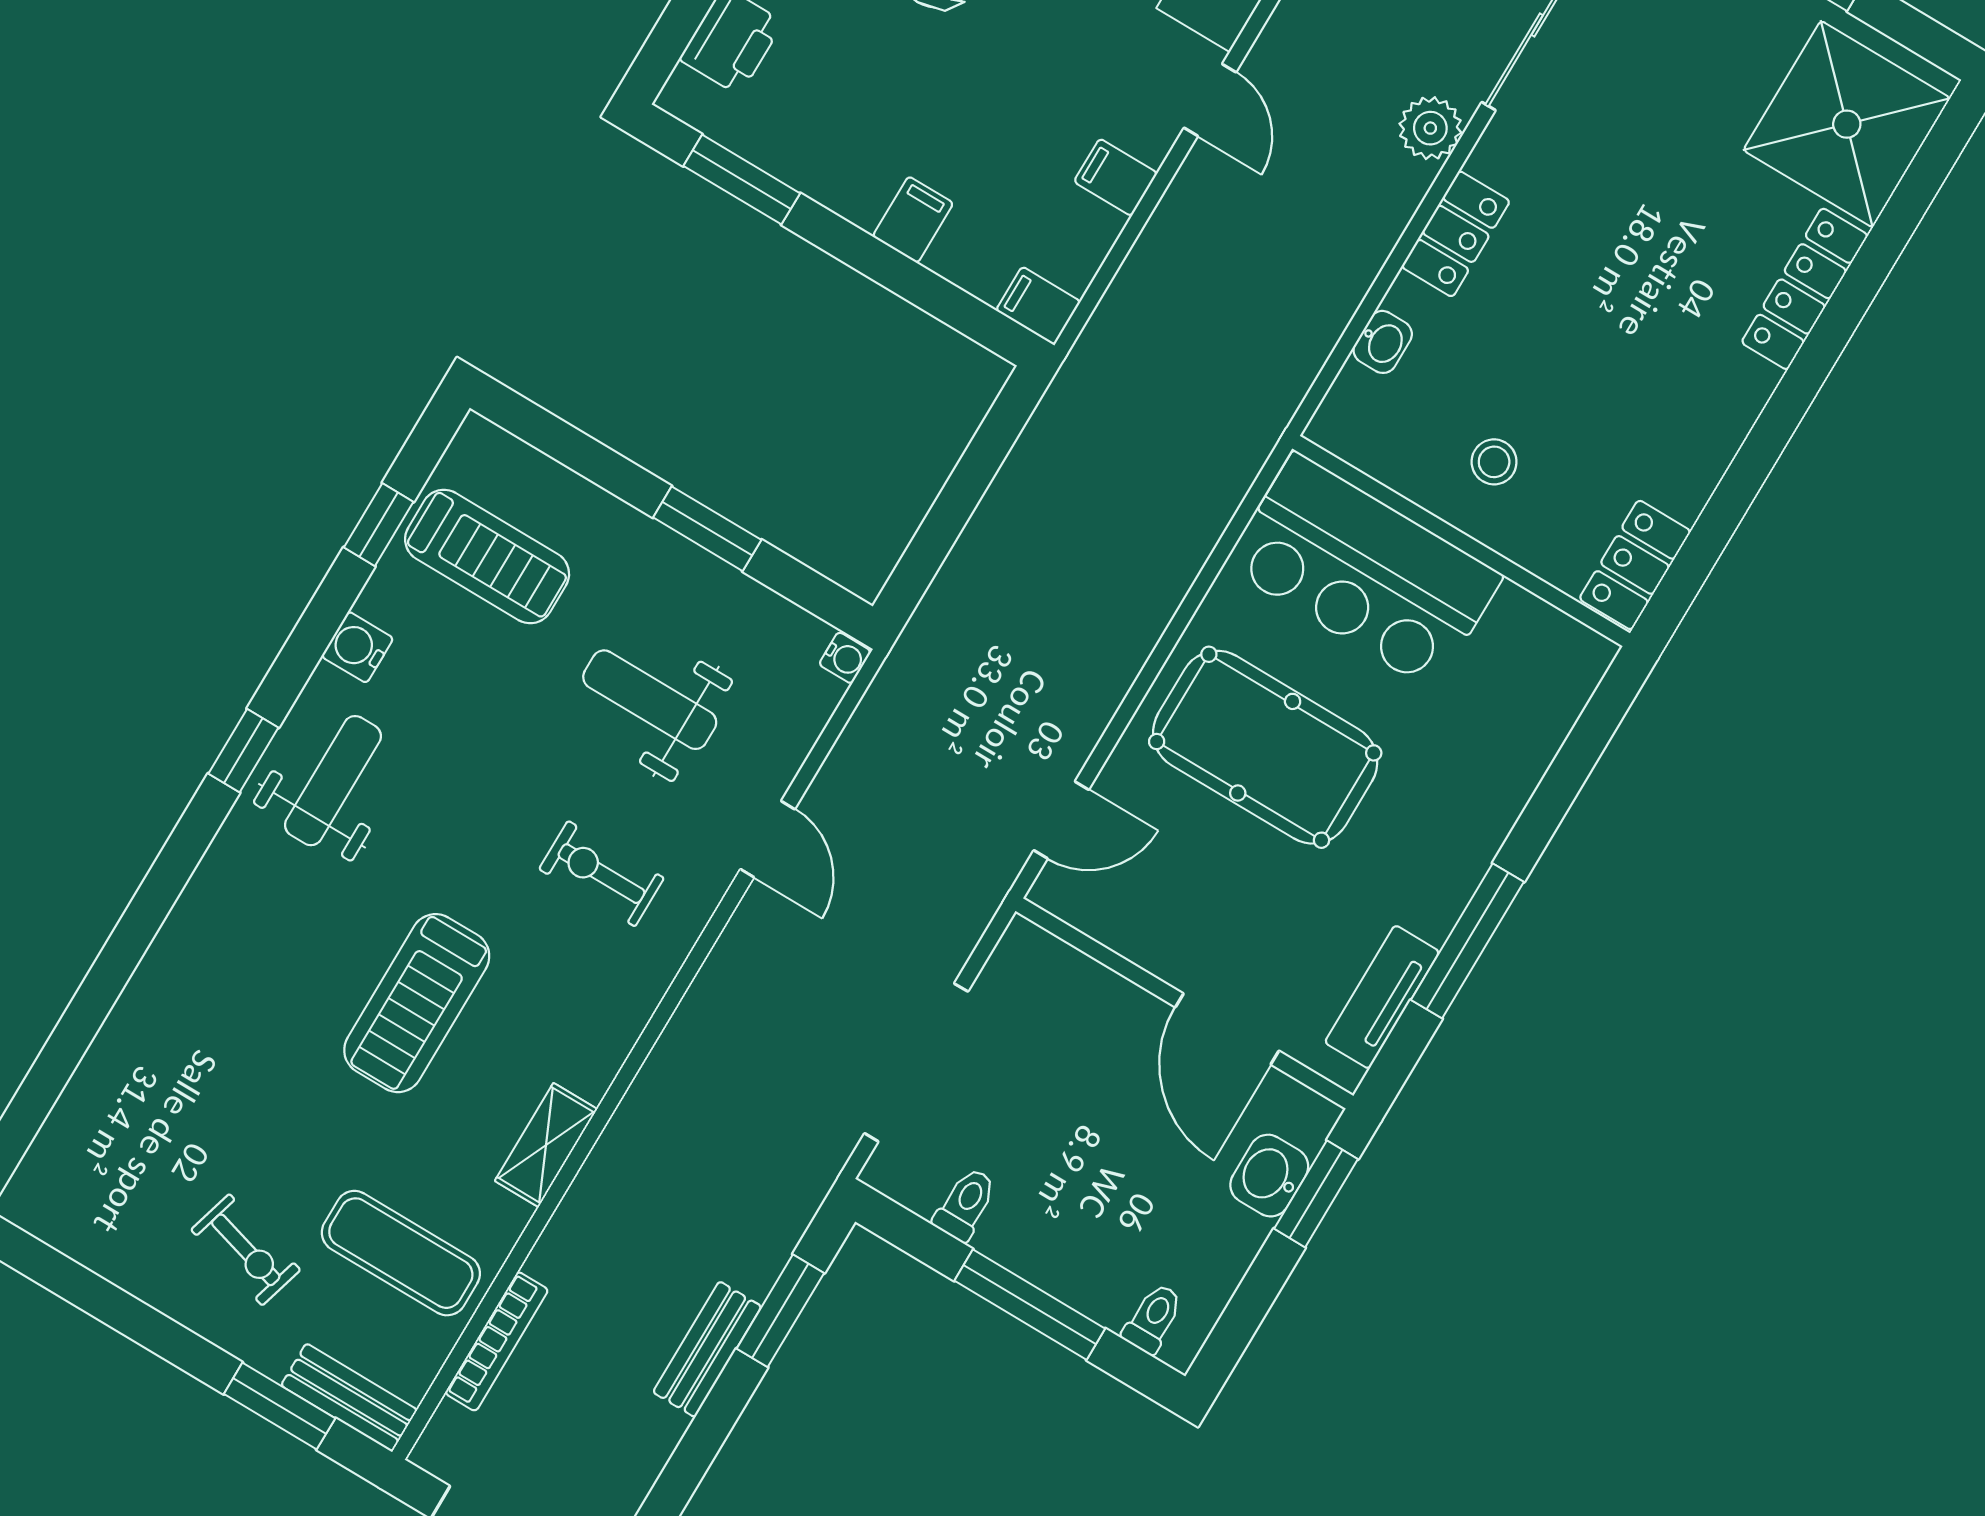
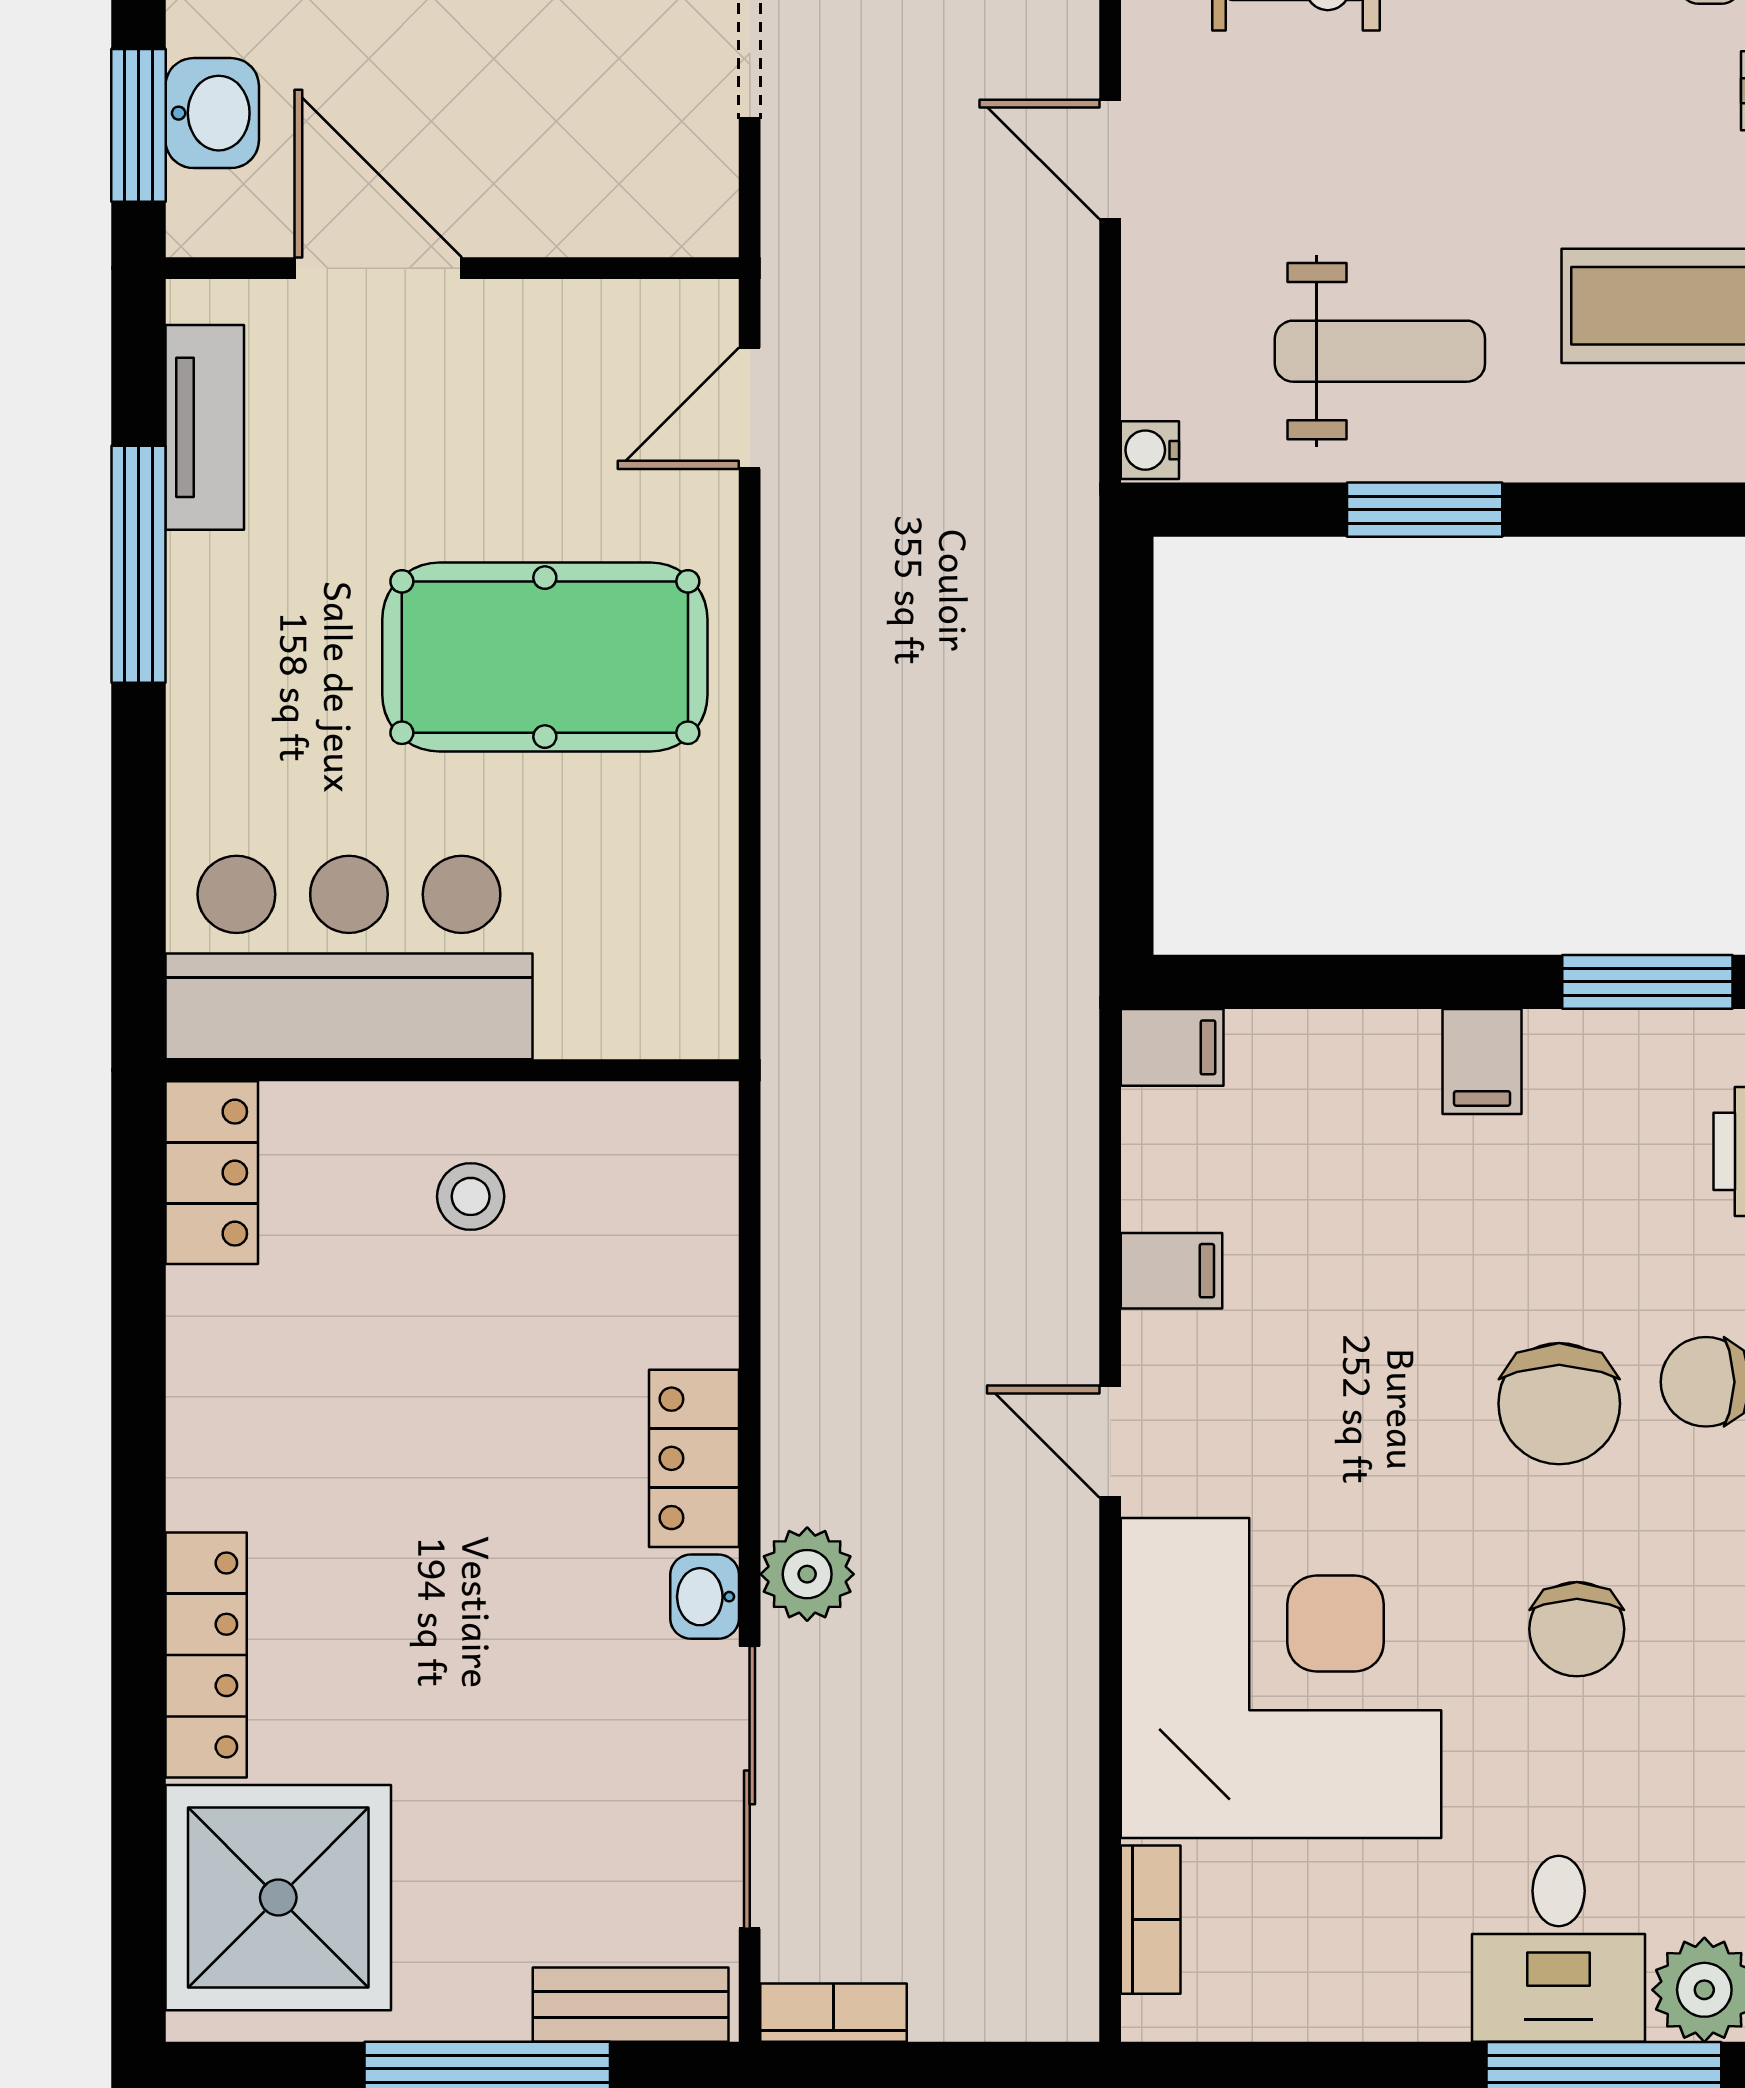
filing cabinet: (913, 220) -> (1482, 1062), moved
washbasin: (1383, 342) -> (705, 1597), moved
bar counter: (1364, 571) -> (349, 958), moved
weight bench: (650, 700) -> (1380, 351), moved

